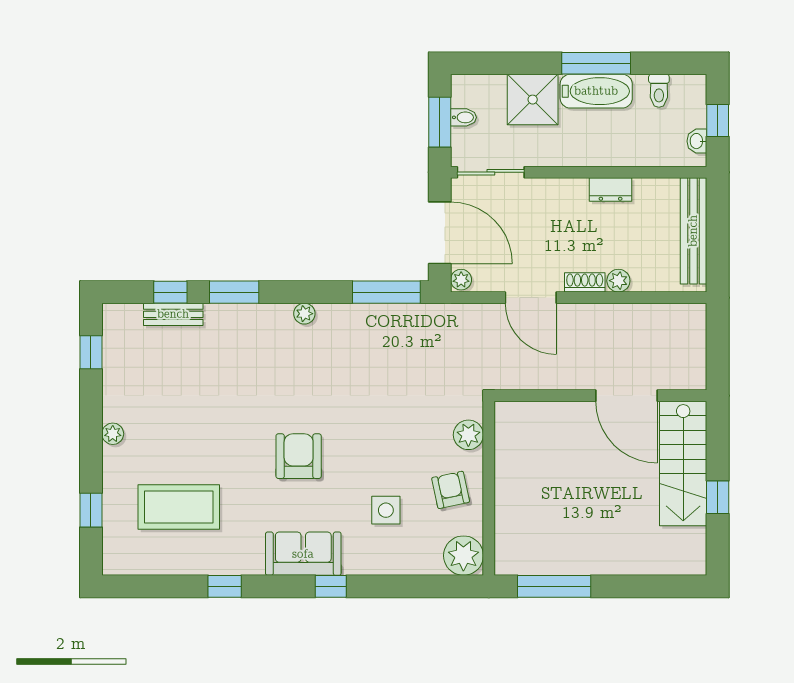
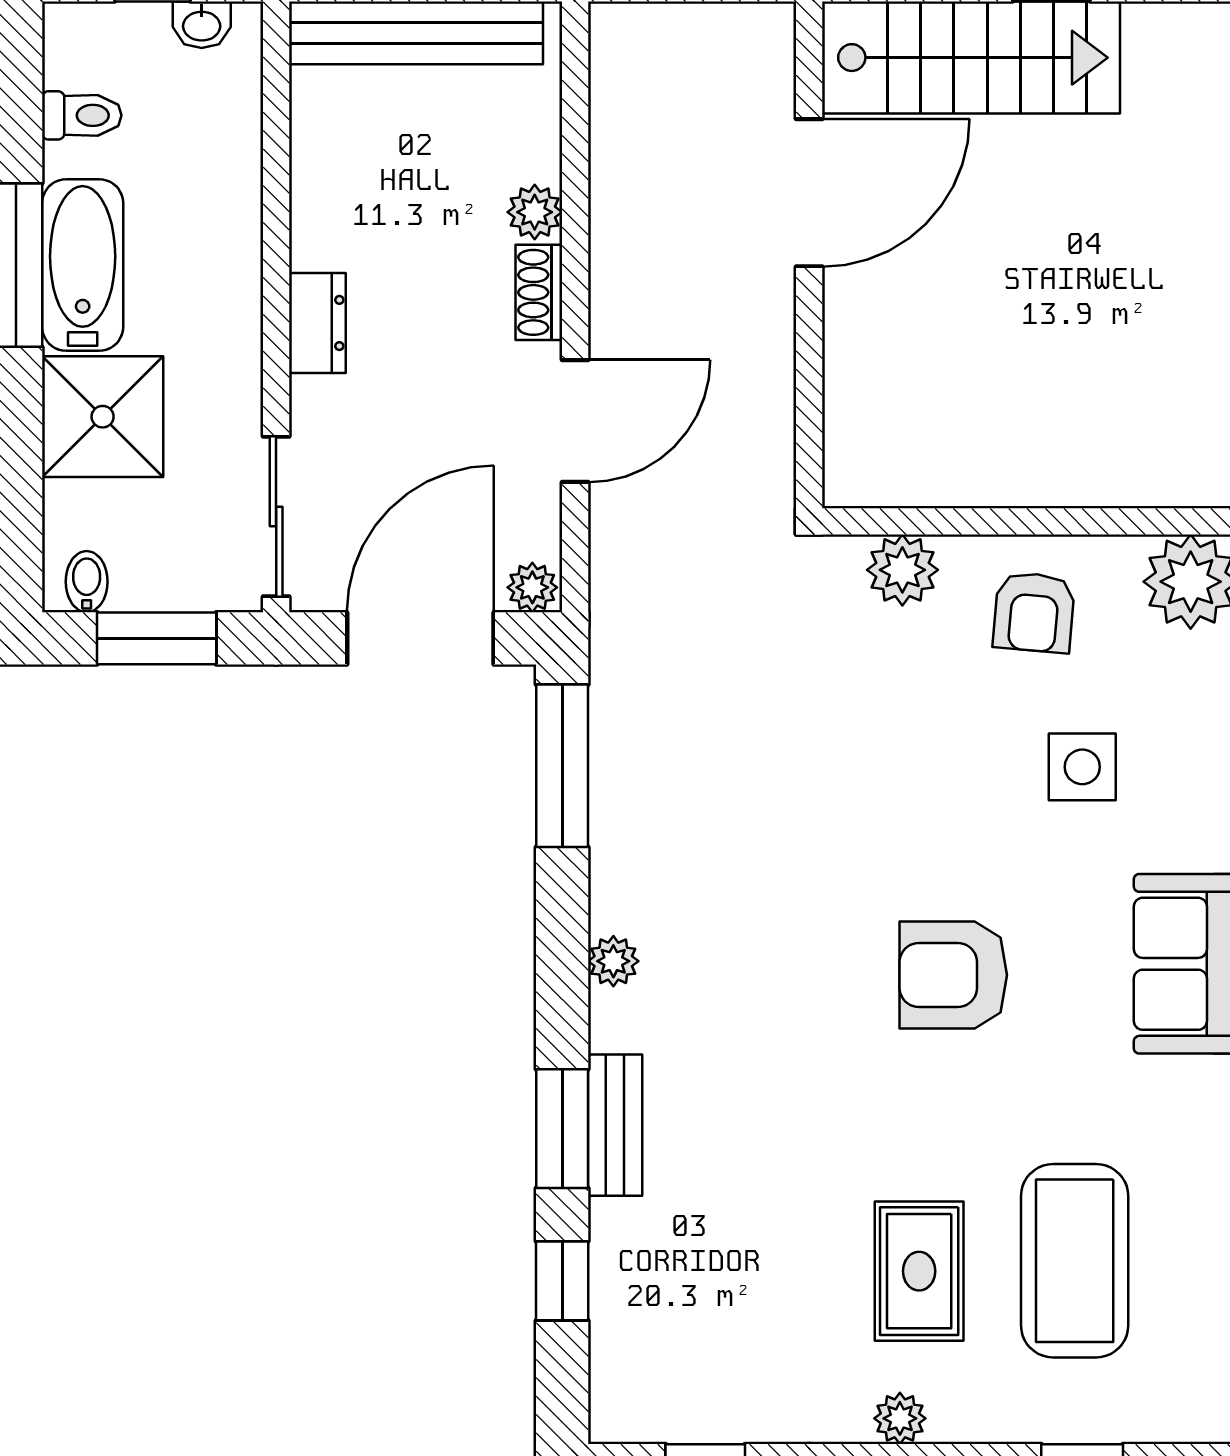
bidet: (463, 117) -> (87, 582), moved
dresser: (611, 190) -> (317, 323), moved
bench: (173, 314) -> (615, 1125), moved
rug: (174, 442) -> (919, 1271), added
armchair: (451, 490) -> (1034, 612), turned -73

